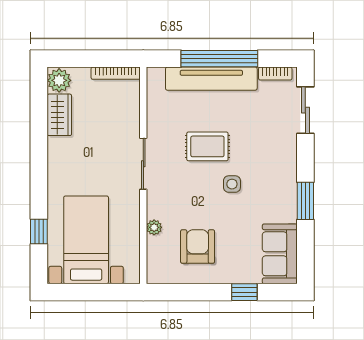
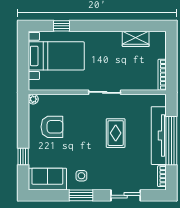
plant: (59, 80) -> (158, 39), removed
sliding door: (305, 110) -> (126, 195), moved
side table: (232, 184) -> (81, 176), moved
plant: (154, 227) -> (33, 99), moved

